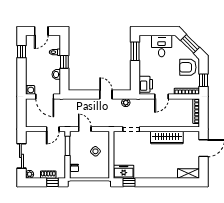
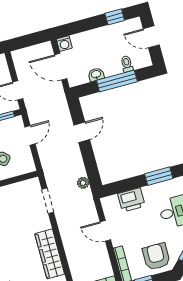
window: (64, 62) -> (117, 81), width x2.17
printer: (146, 84) -> (131, 200), moved
door: (106, 94) -> (82, 132), moved
door: (45, 96) -> (61, 67), hinge flipped

